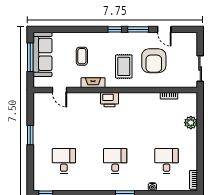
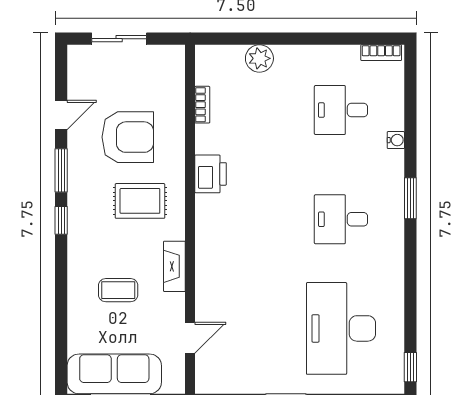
sliding door: (200, 68) -> (119, 39), moved
printer: (110, 100) -> (211, 174), moved
desk: (64, 161) -> (341, 328), width x1.87, depth x1.30

